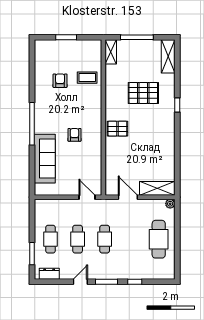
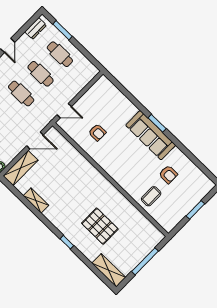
shelving: (111, 52) -> (36, 201), moved
pallet: (143, 93) -> (100, 226), turned 90
window: (32, 124) -> (157, 123), width x0.47
pallet: (117, 129) -> (92, 182), removed
armchair: (74, 135) -> (97, 132), moved
sofa: (45, 159) -> (151, 135), moved

